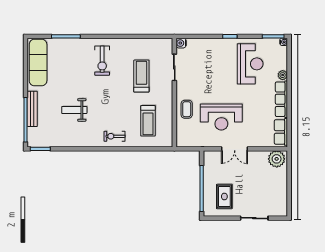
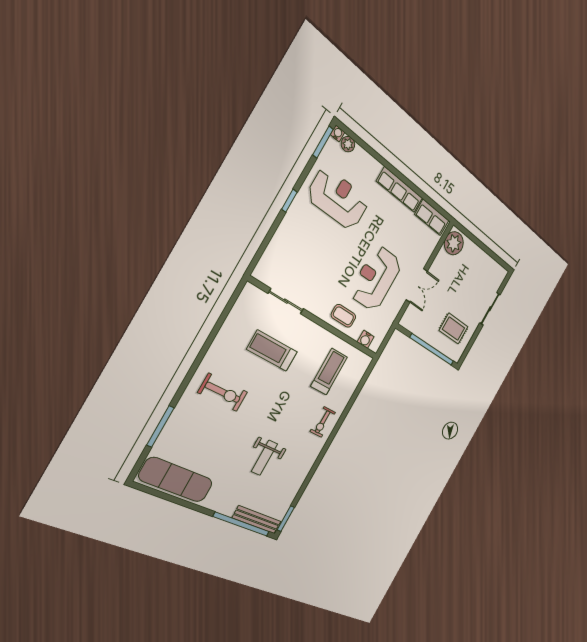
water cooler: (181, 43) -> (366, 339), moved
plant: (283, 75) -> (348, 144), moved
bench: (32, 109) -> (257, 520), moved
reception desk: (221, 117) -> (376, 278), turned 180
treadmill: (148, 121) -> (329, 372), turned -90

